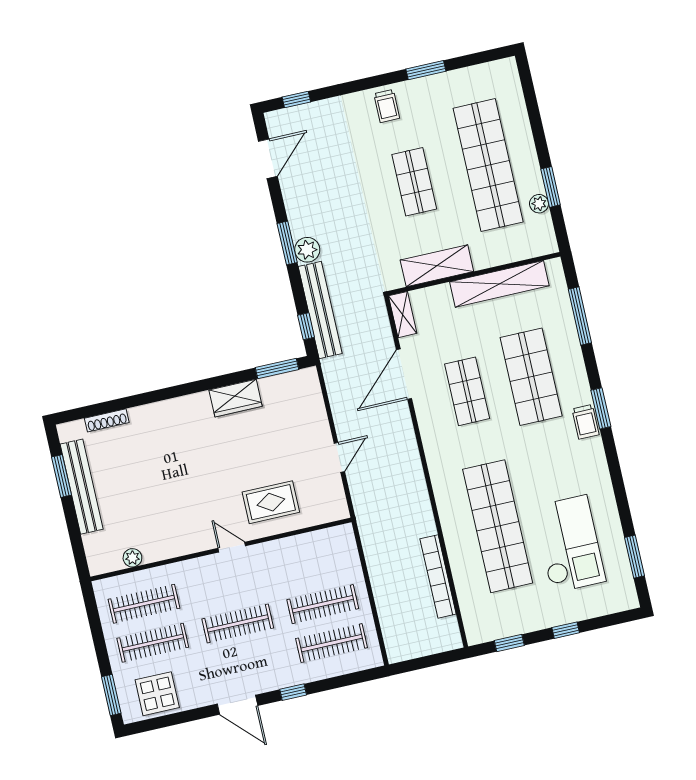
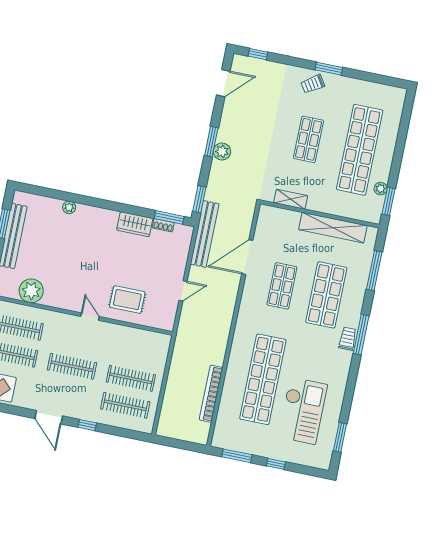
window: (426, 70) -> (329, 69), moved
trolley: (387, 106) -> (313, 84), turned 57
window: (551, 187) -> (388, 201), moved
shelving: (437, 266) -> (291, 199), width x0.67, depth x0.75
bench: (320, 310) -> (205, 234), moved
shelving: (403, 315) -> (263, 219), removed
window: (306, 326) -> (199, 199), width x1.50
window: (601, 408) -> (361, 335), width x1.44
plant: (139, 415) -> (69, 207), added
shoe rack: (107, 420) -> (163, 225), moved, width x0.70
trolley: (585, 422) -> (348, 339), turned 180
plant: (132, 558) -> (31, 291), width x1.88, depth x1.88
window: (509, 643) -> (237, 456), width x1.50

